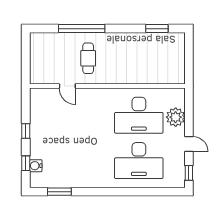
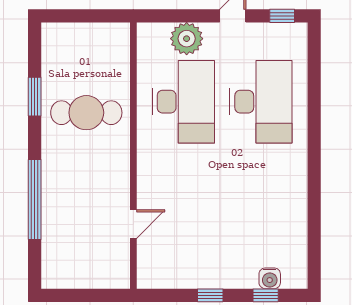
window: (157, 29) -> (35, 97), moved
cafe table: (88, 58) -> (86, 113), moved, width x1.37, depth x1.35
window: (59, 192) -> (314, 238), removed

